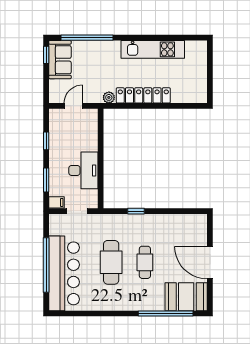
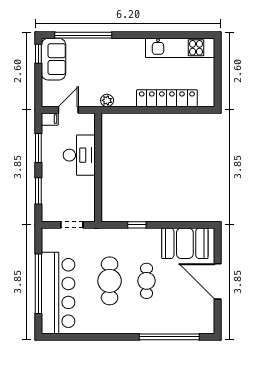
kitchen unit: (153, 49) -> (180, 48), moved
locker: (143, 95) -> (167, 98), moved
window: (46, 141) -> (38, 148), width x1.50
desk: (83, 170) -> (79, 155), moved
filing cabinet: (56, 202) -> (50, 119), moved
booth: (186, 297) -> (185, 243), moved

